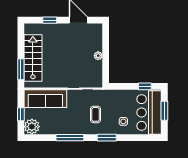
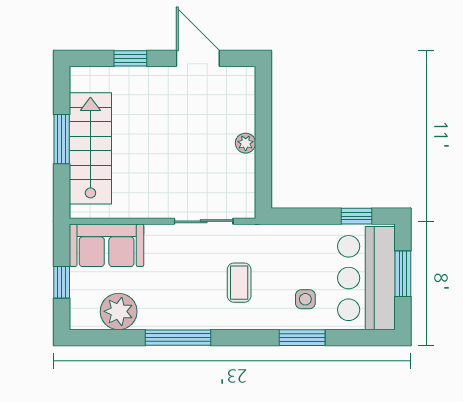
window: (21, 69) -> (62, 139), moved
sofa: (45, 99) -> (107, 245), width x0.73
plant: (32, 127) -> (119, 311), moved
window: (107, 138) -> (302, 338), moved

